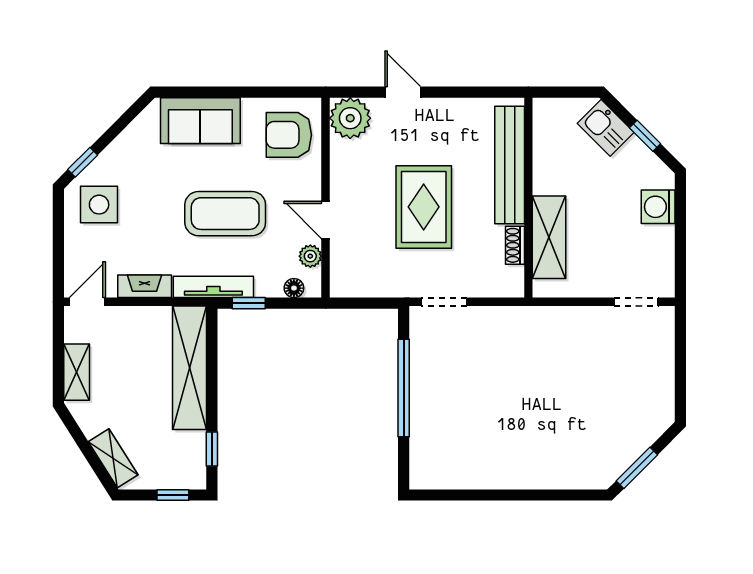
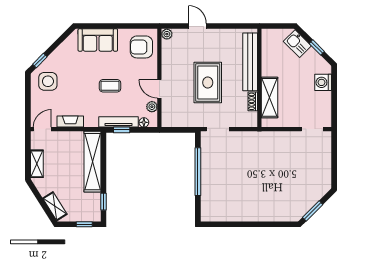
plant: (350, 118) -> (167, 34), width x0.53, depth x0.53
coffee table: (225, 214) -> (110, 86), width x0.54, depth x0.58
tv unit: (213, 287) -> (118, 122), moved

